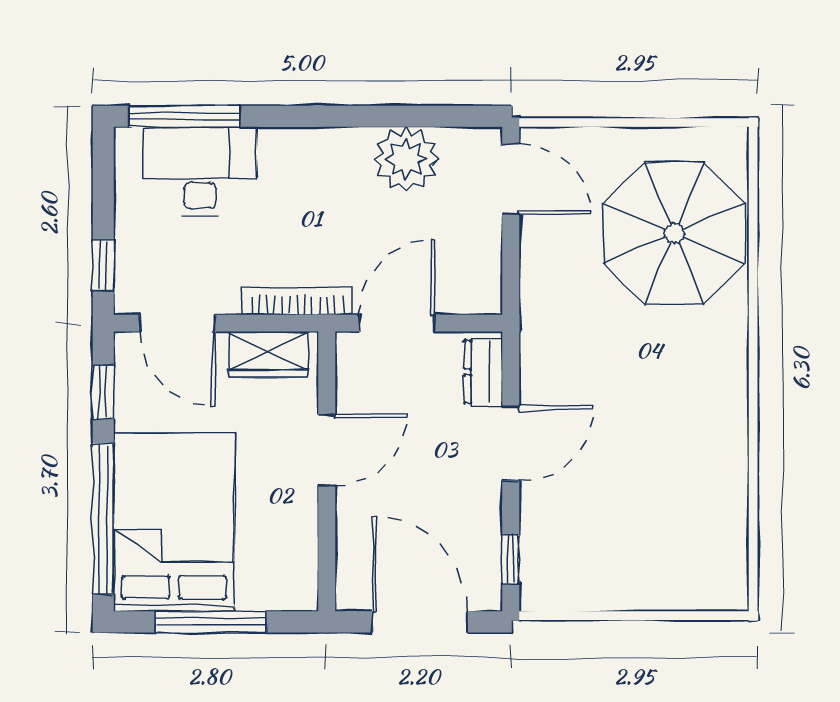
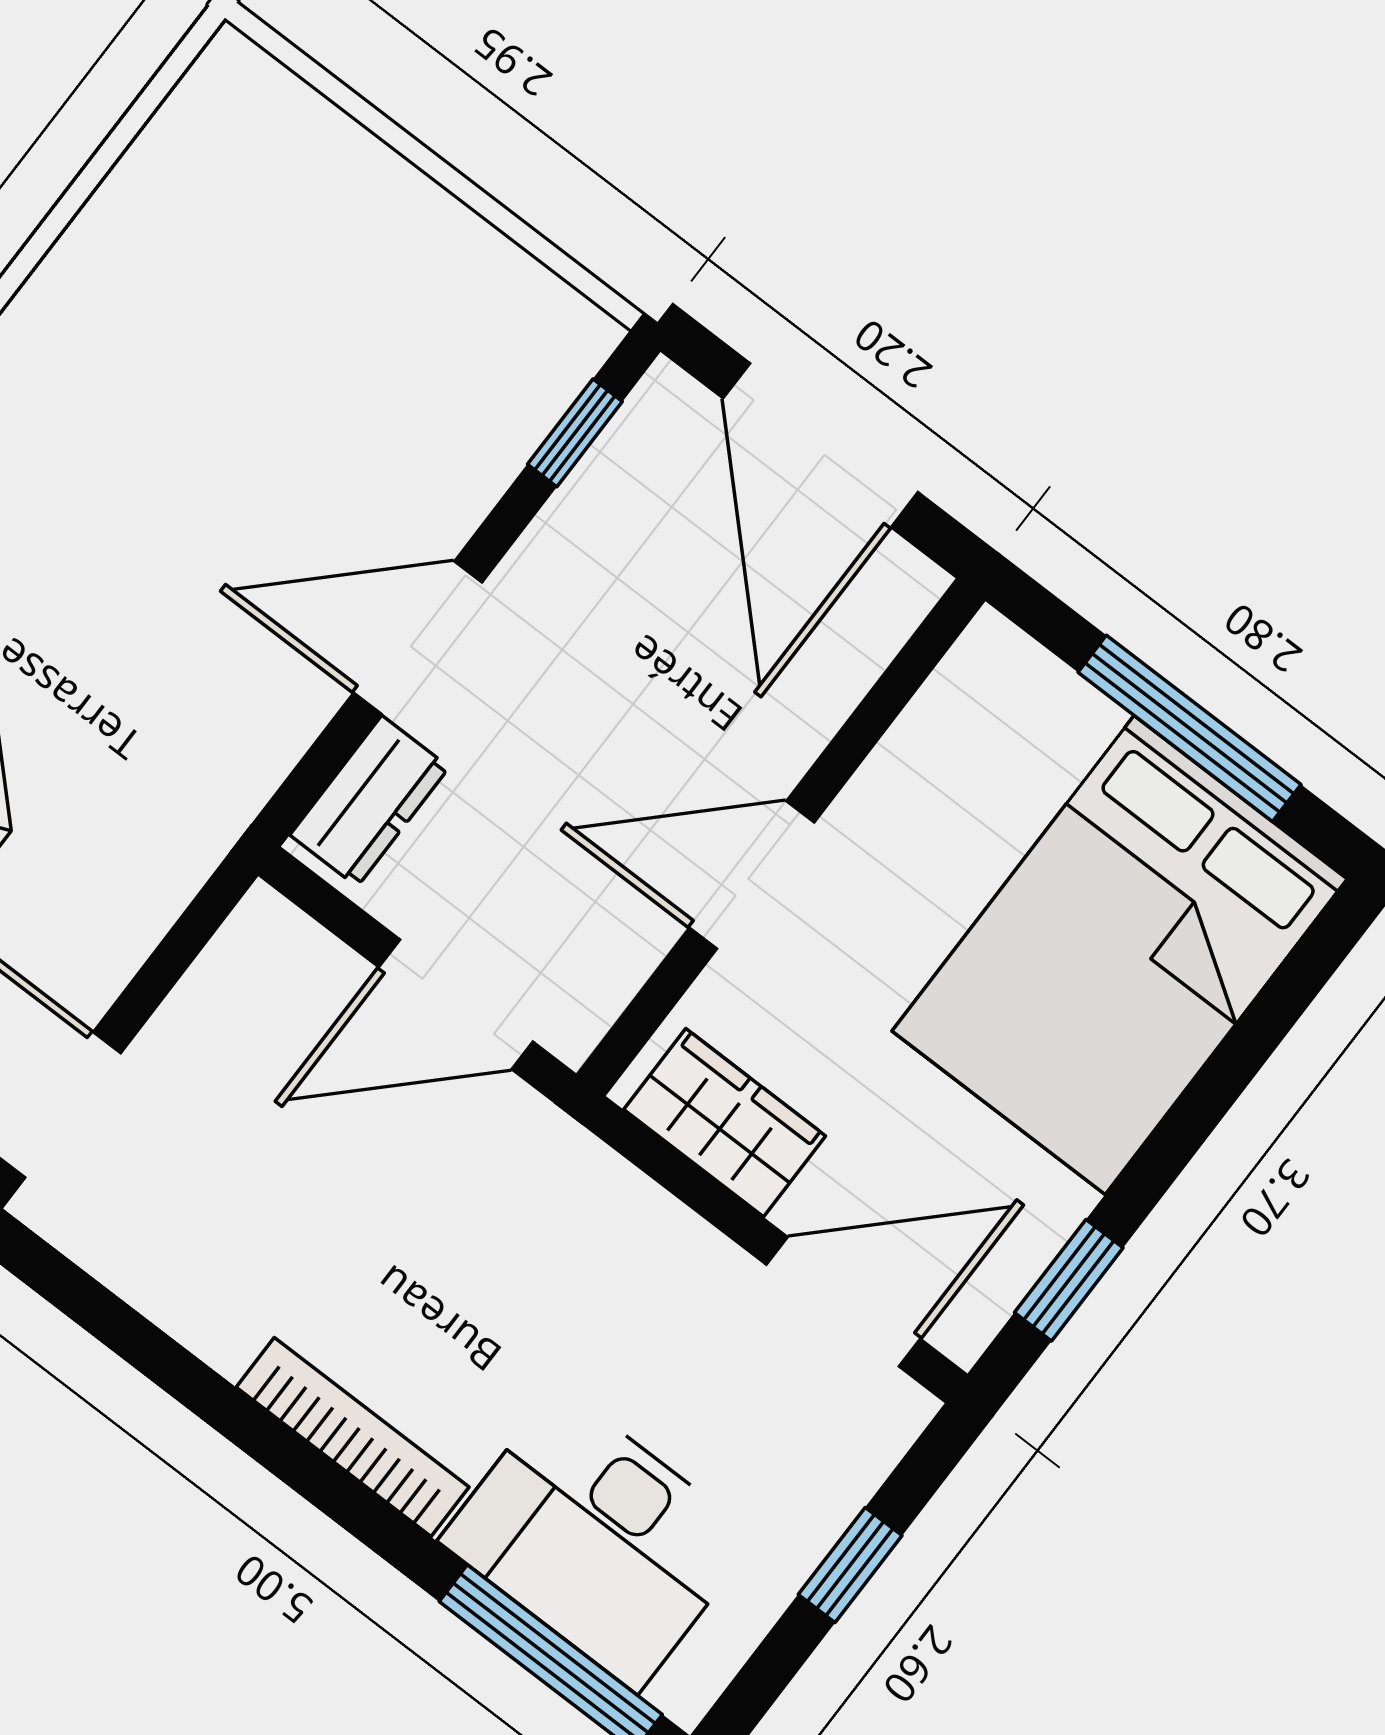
plant: (406, 159) -> (217, 1281), removed
window: (103, 265) -> (850, 1565), moved
bookcase: (297, 301) -> (353, 1437), moved, turned 180
door: (178, 323) -> (843, 1302), hinge flipped
window: (103, 519) -> (1240, 1057), removed

